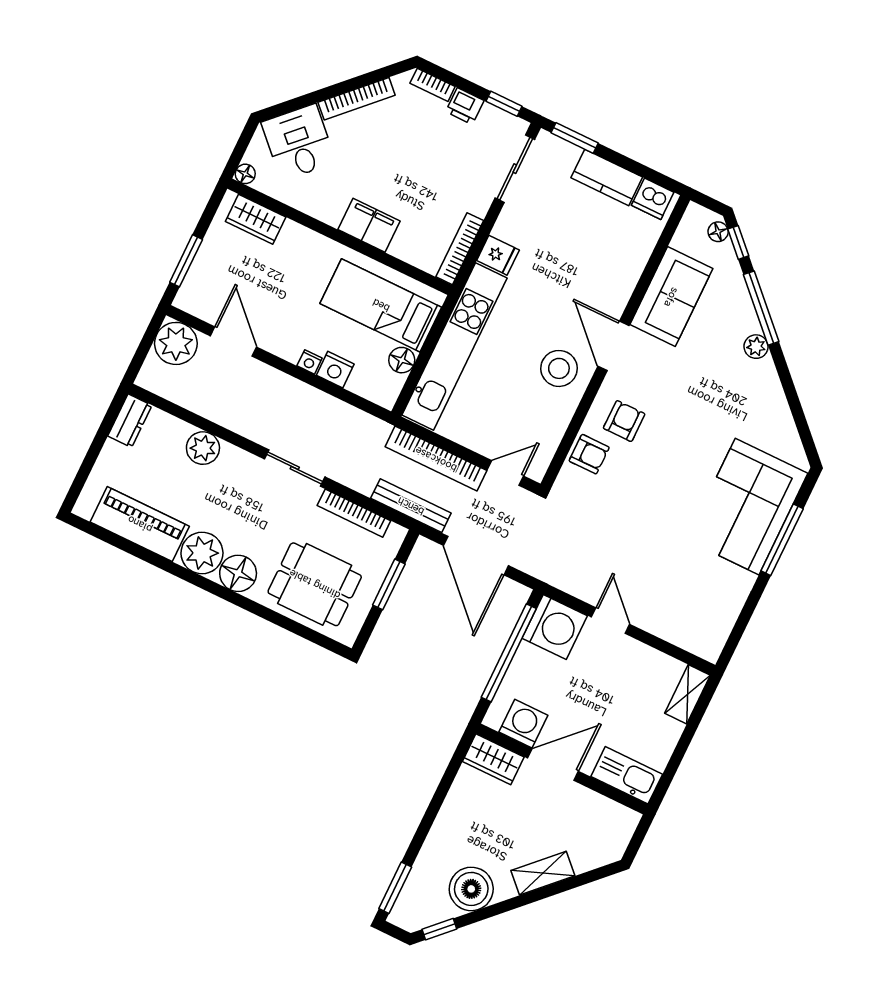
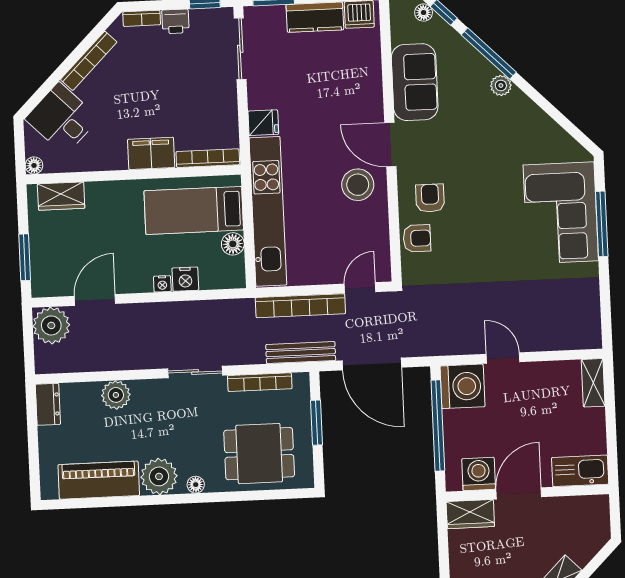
bookcase: (460, 249) -> (208, 158), moved, turned 90
door: (233, 342) -> (95, 300), hinge flipped
floor lamp: (238, 573) -> (196, 485), width x0.53, depth x0.53

